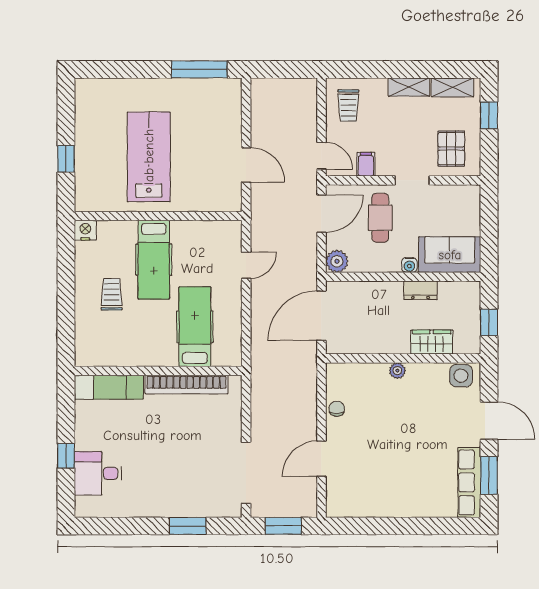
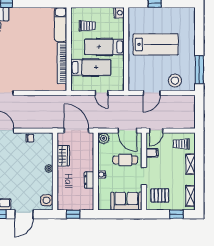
shelving: (409, 87) -> (190, 164), moved
stool: (221, 118) -> (175, 81), added
sofa: (450, 255) -> (126, 201), moved, turned -90
hospital bed: (195, 327) -> (91, 67), moved
wardrobe: (432, 342) -> (63, 156), moved
wall: (158, 371) -> (69, 49), moved
bookcase: (186, 385) -> (62, 63), moved
exam couch: (109, 387) -> (61, 25), moved

